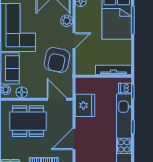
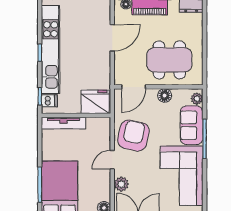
floor lamp: (22, 92) -> (165, 96), moved
door: (57, 99) -> (134, 87), hinge flipped
fridge: (85, 105) -> (95, 102), moved, turned 90

